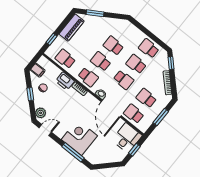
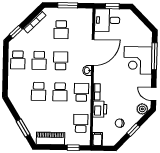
school desk: (65, 59) -> (81, 123), turned 180
filing cabinet: (38, 70) -> (97, 139), moved
school desk: (134, 114) -> (83, 30), removed

